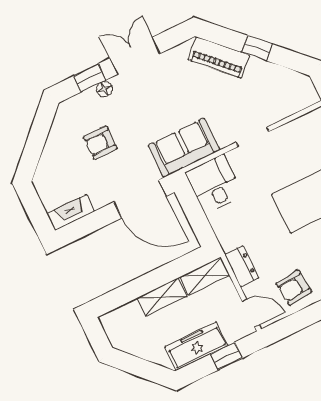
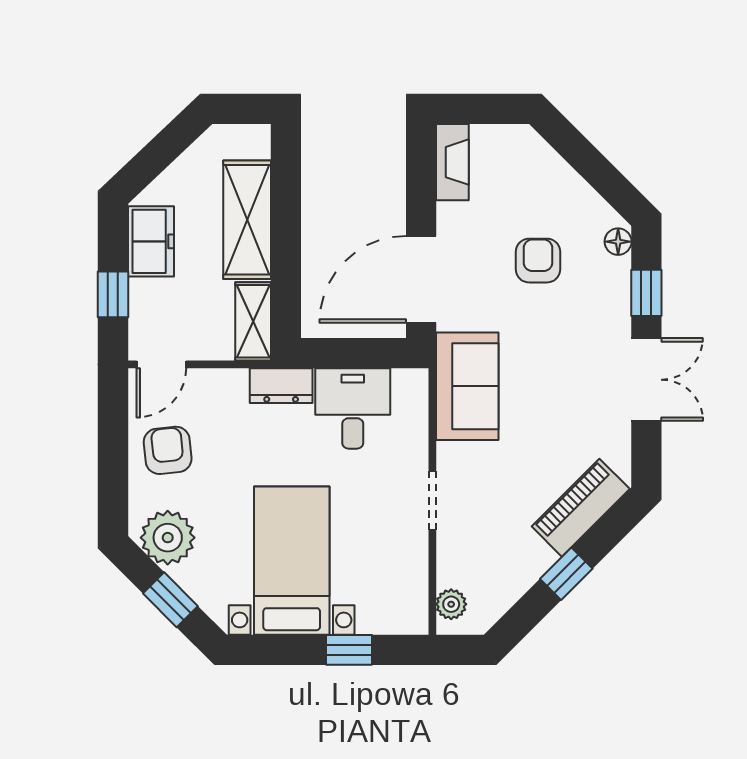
floor lamp: (104, 89) -> (618, 242), moved
plant: (302, 101) -> (451, 604), added
desk: (214, 184) -> (353, 408), moved, turned -90
dresser: (242, 266) -> (281, 386), moved
shelving: (162, 297) -> (247, 220), width x1.50, depth x1.33
freezer: (196, 346) -> (151, 241), width x0.71

